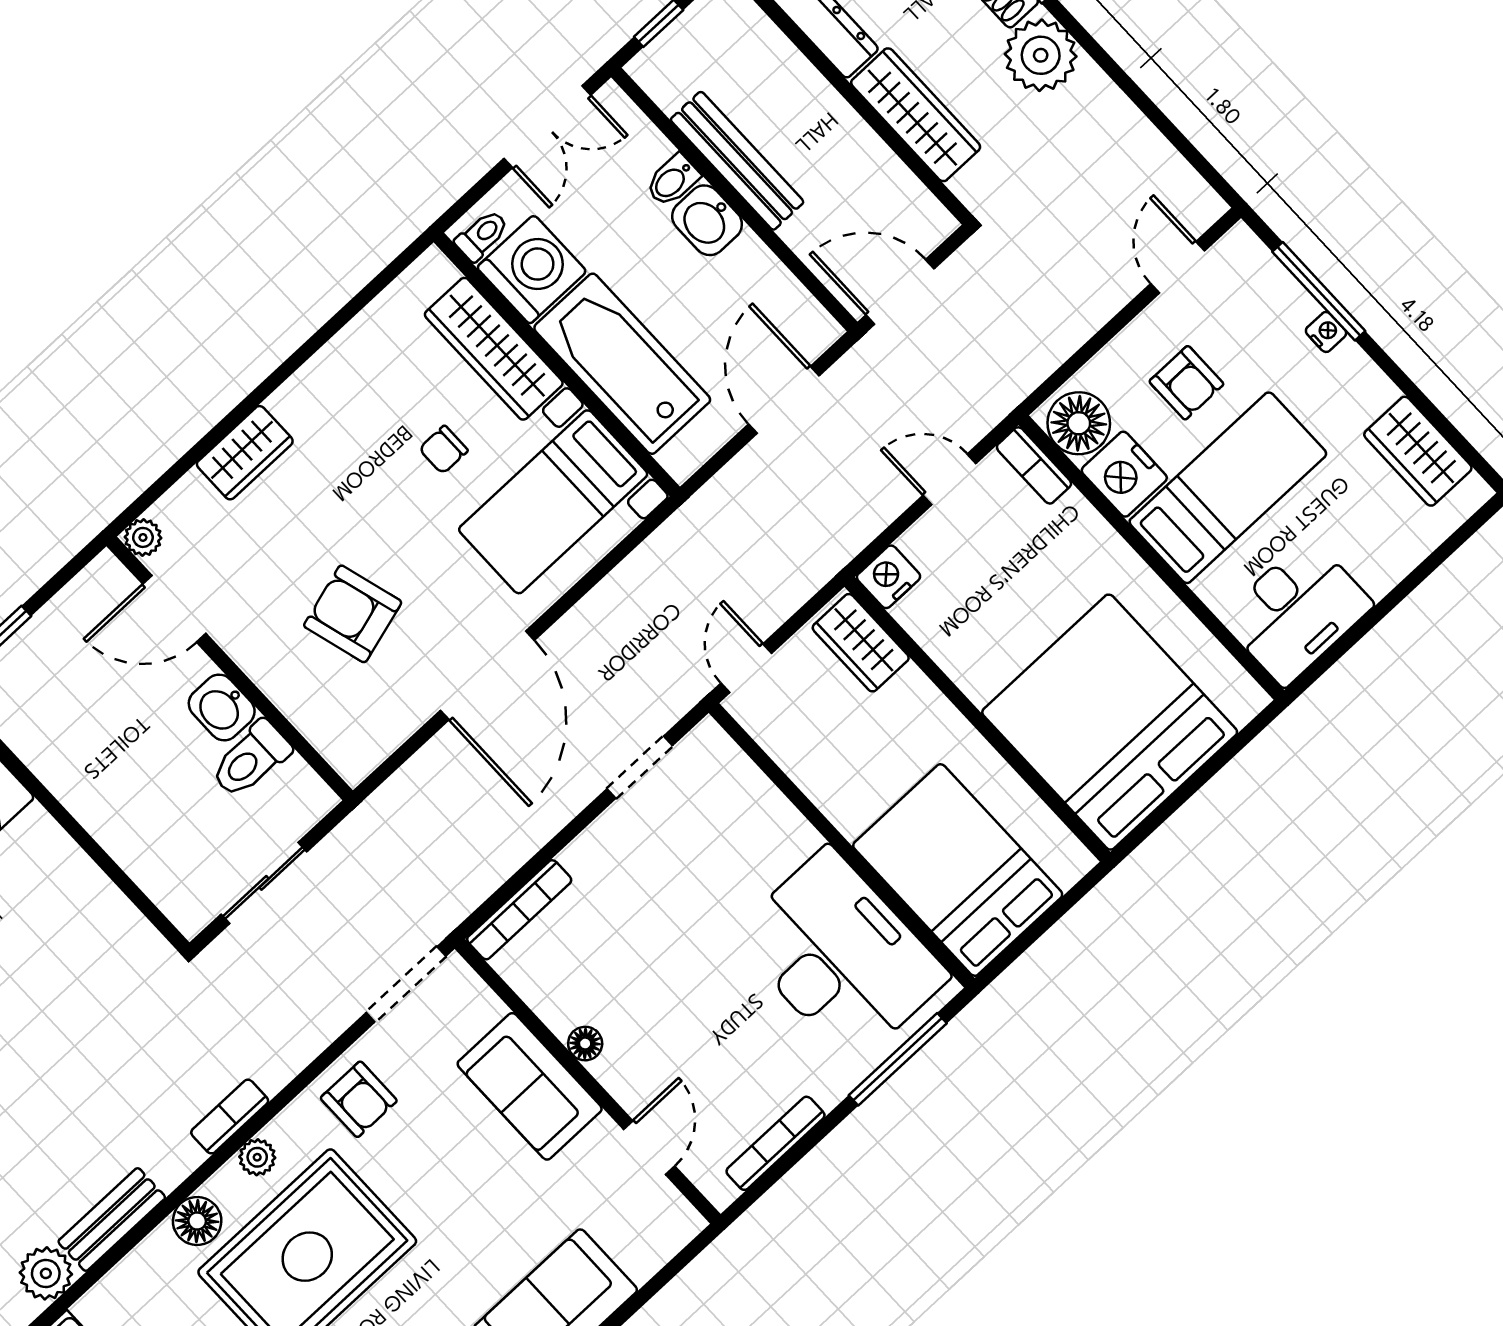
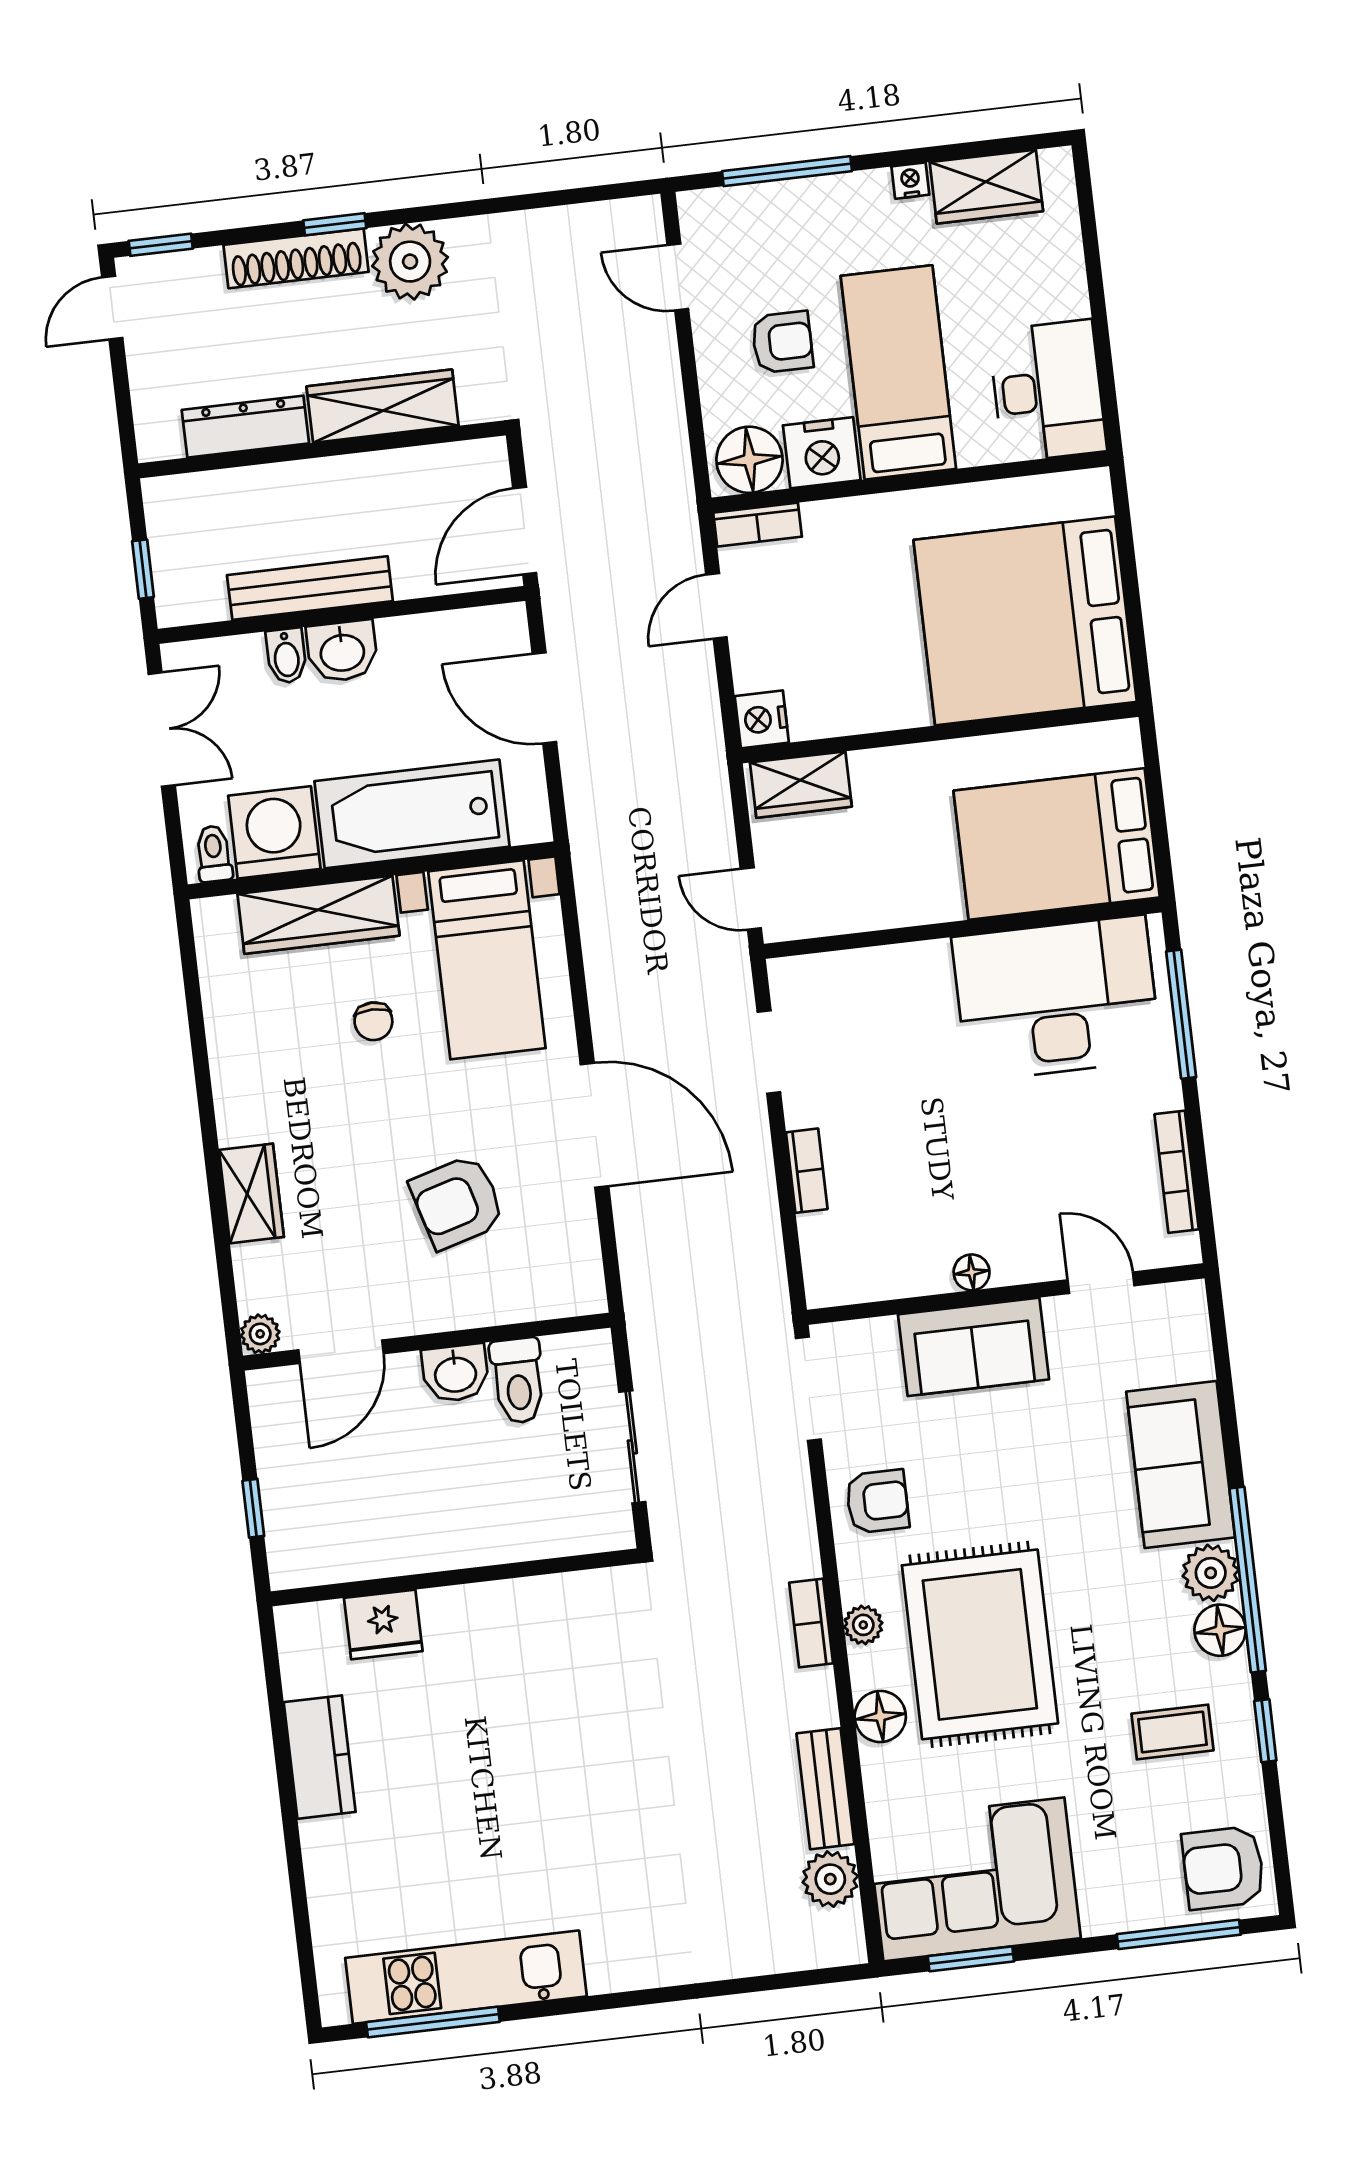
nightstand: (1326, 332) -> (910, 181), moved
bookcase: (519, 910) -> (807, 1171), moved, width x0.64

